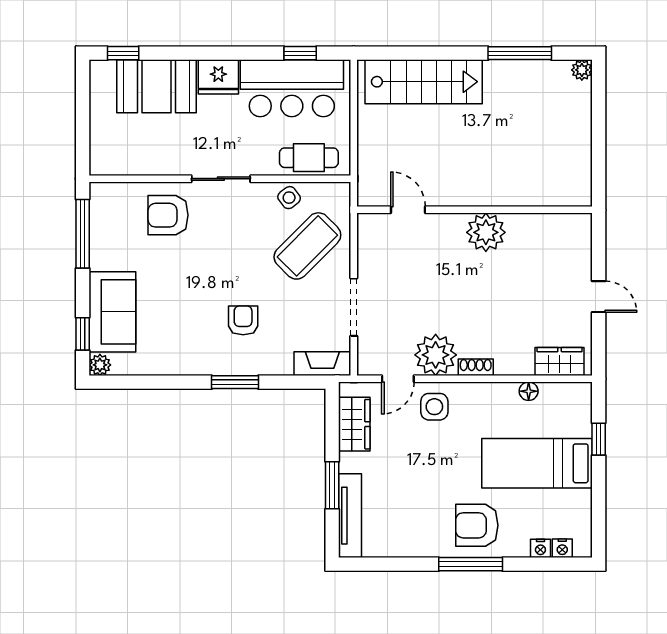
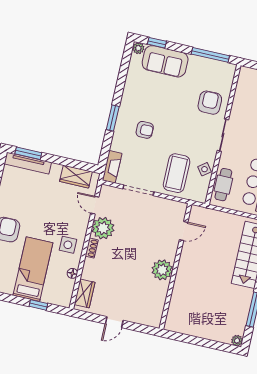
coffee table: (307, 246) -> (177, 173), turned 45
side table: (434, 407) -> (68, 245), moved
window: (332, 485) -> (28, 153), moved

